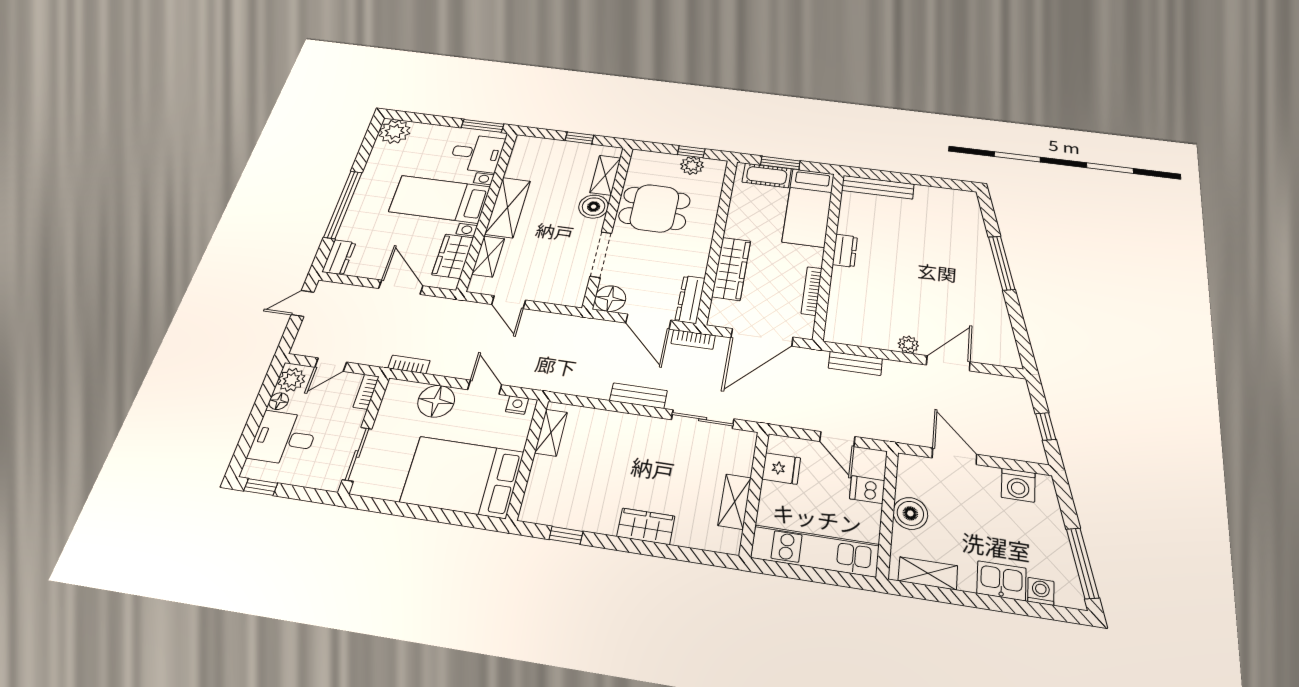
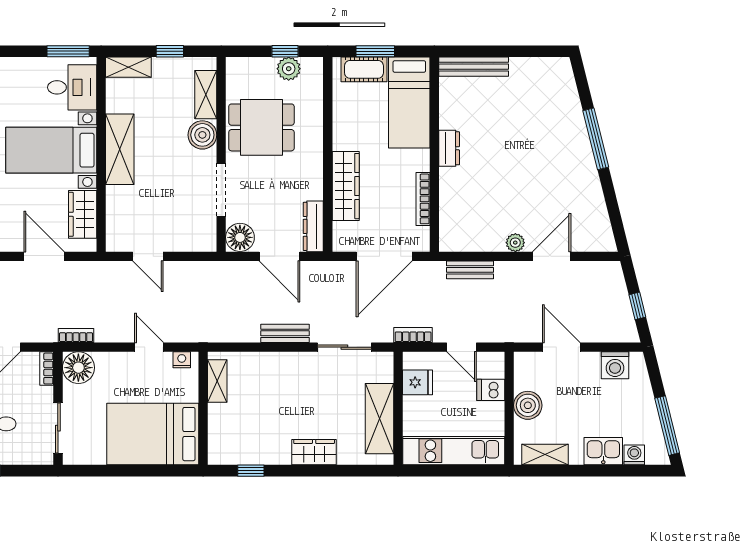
shelving: (488, 256) -> (128, 67), moved, turned 90
bookcase: (693, 339) -> (413, 335), moved, turned 180
floor lamp: (436, 401) -> (78, 368), moved
shelving: (735, 501) -> (379, 419), width x1.50, depth x1.33

